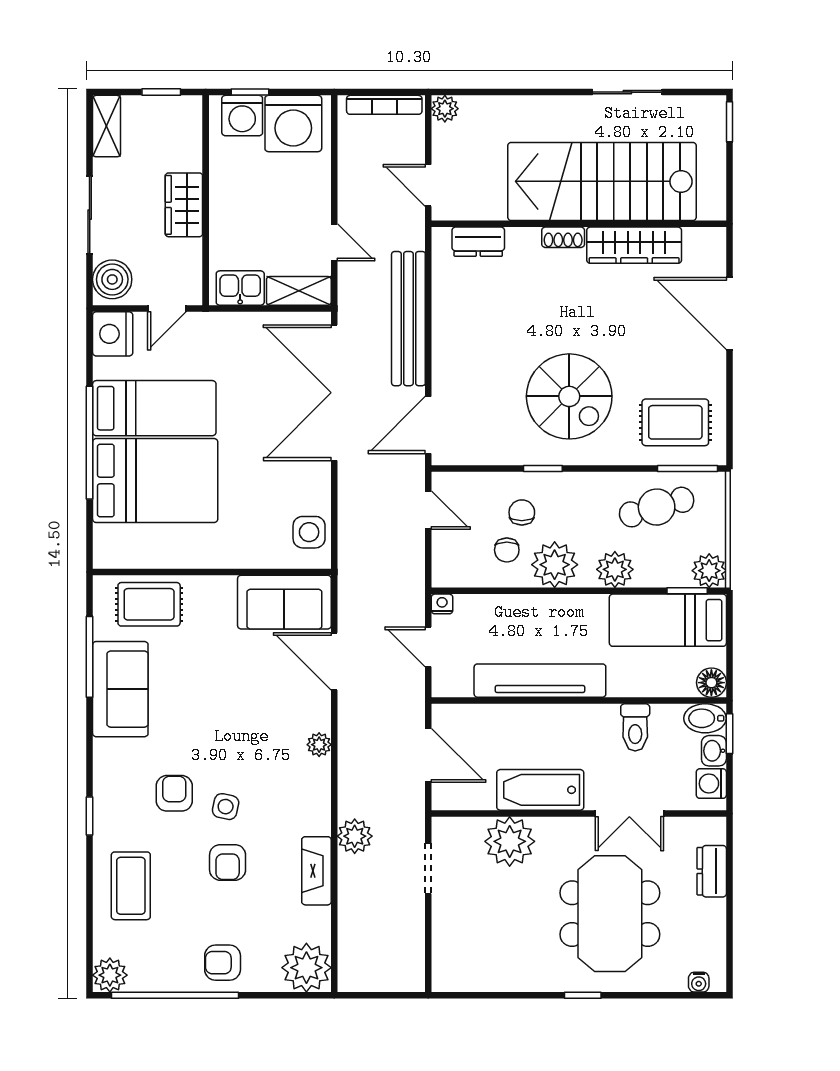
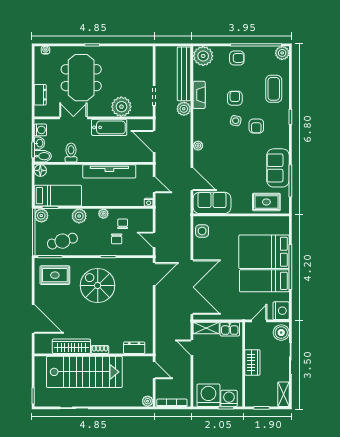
bench: (408, 319) -> (184, 74), moved
plant: (555, 565) -> (103, 214), width x0.53, depth x0.53

